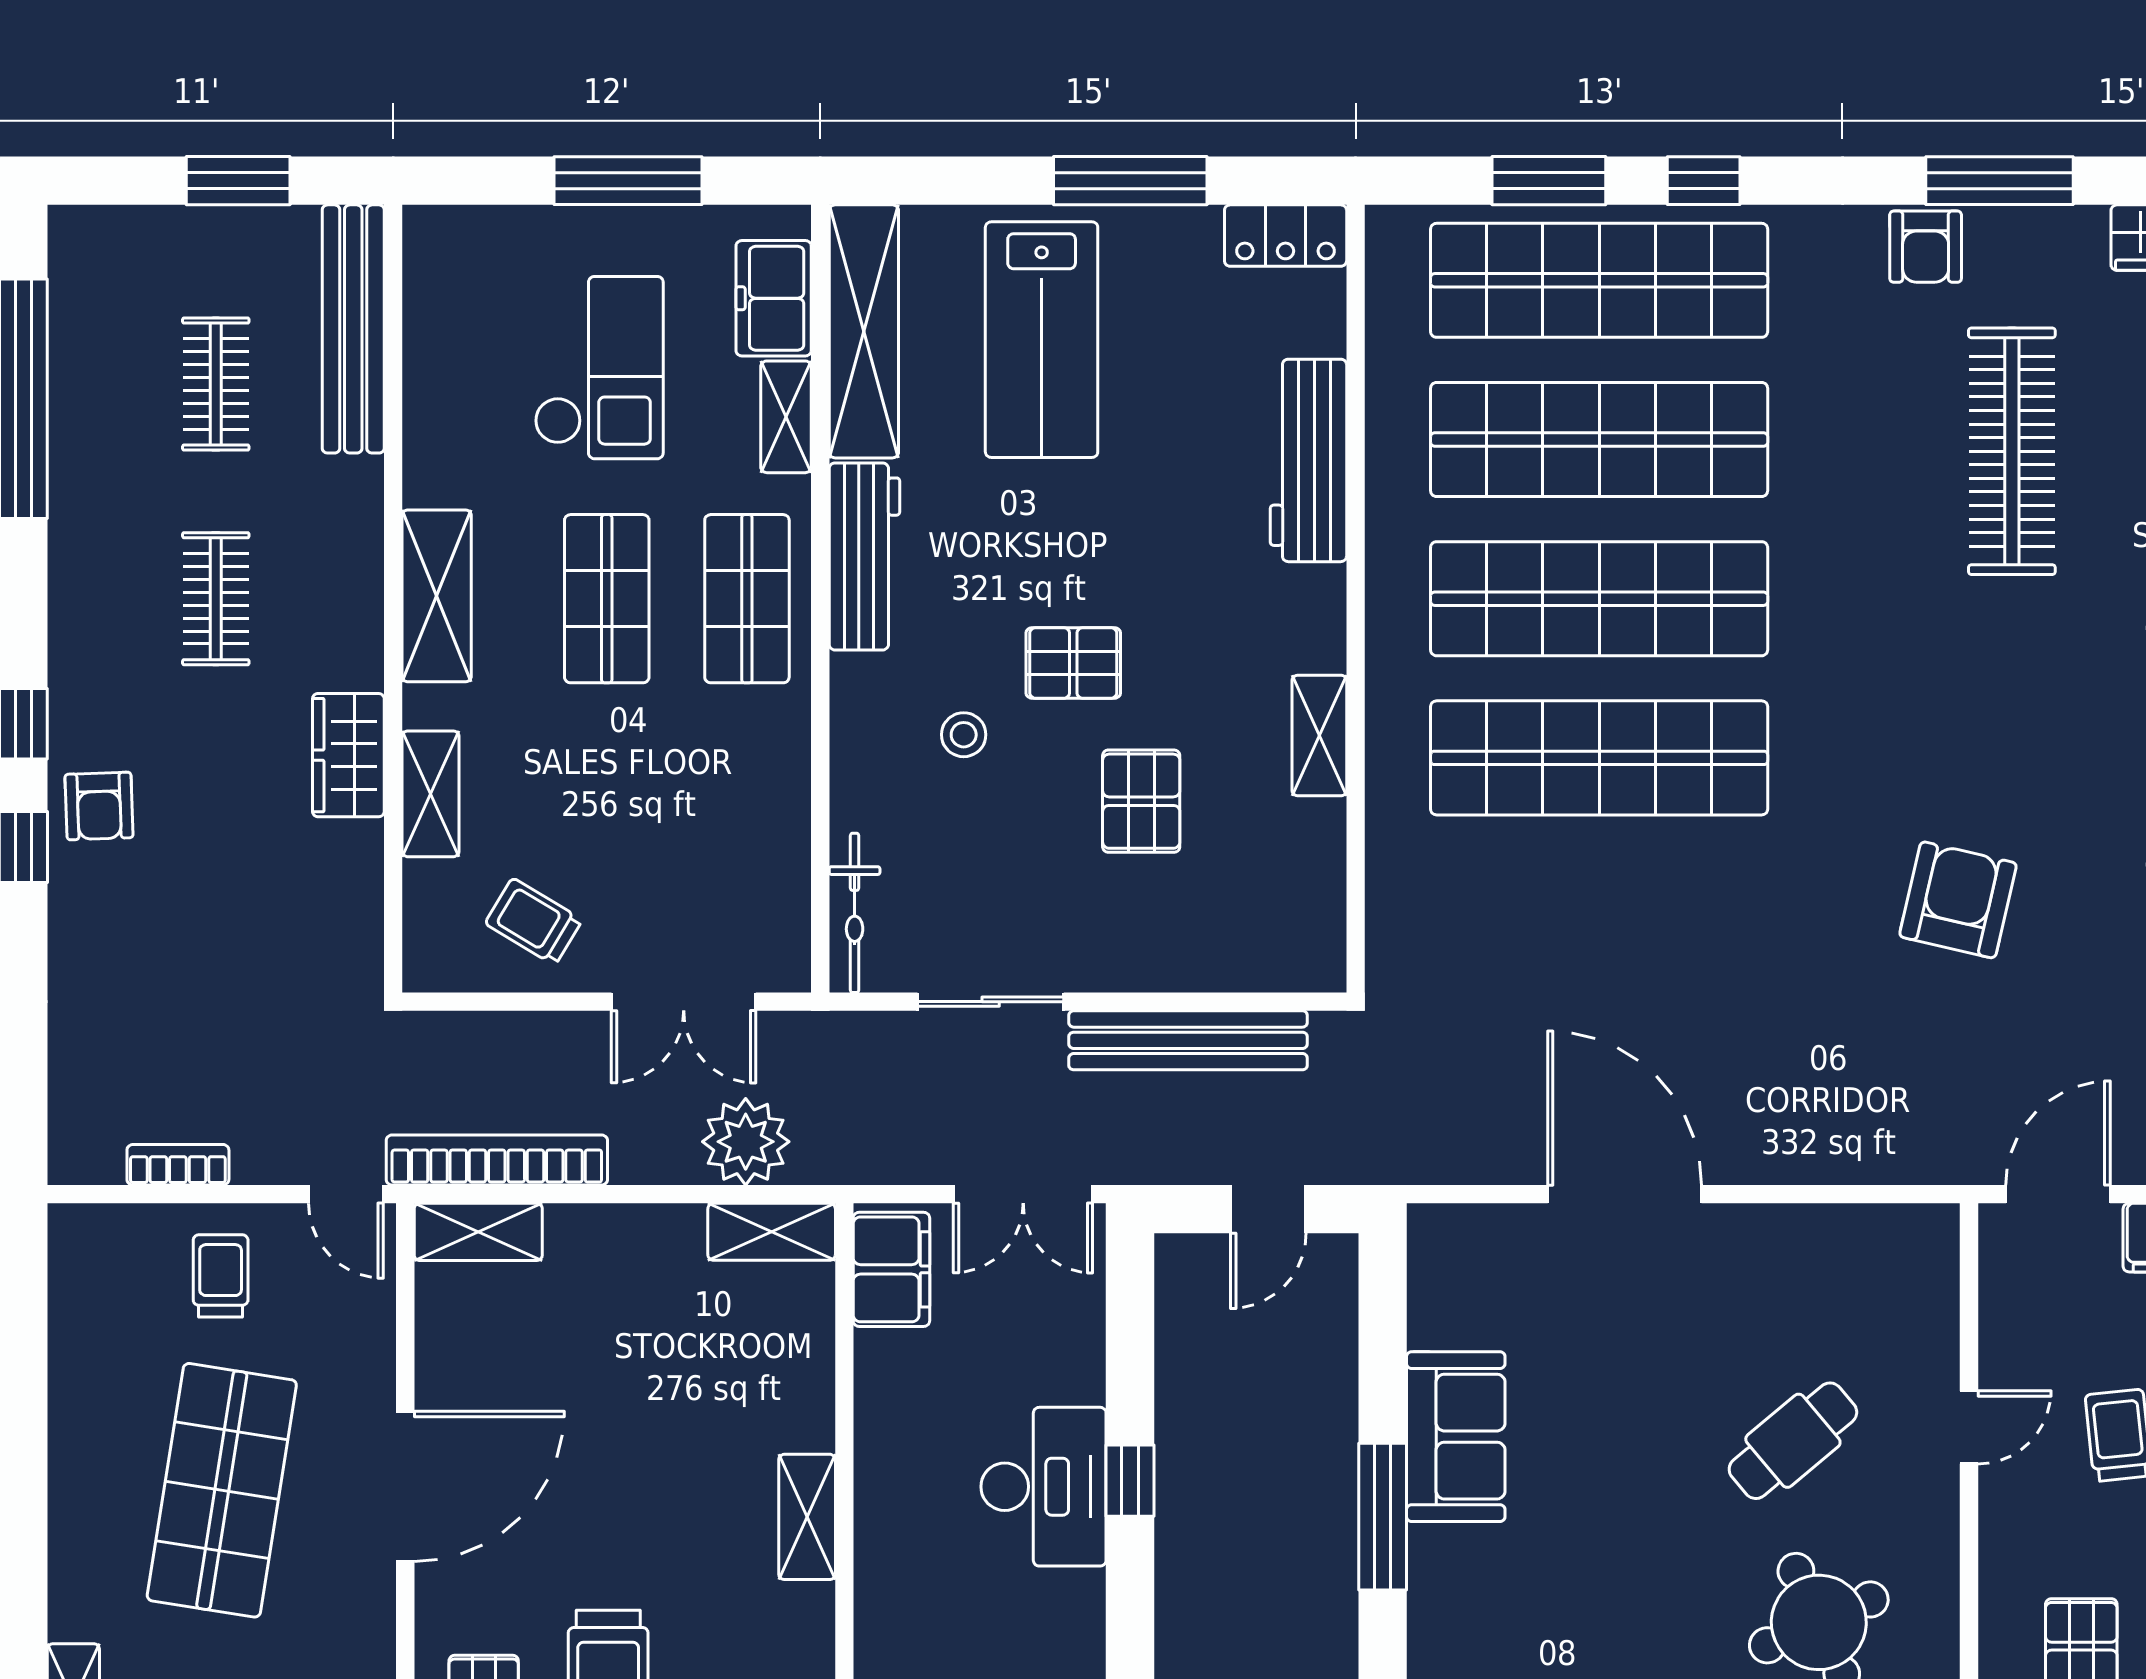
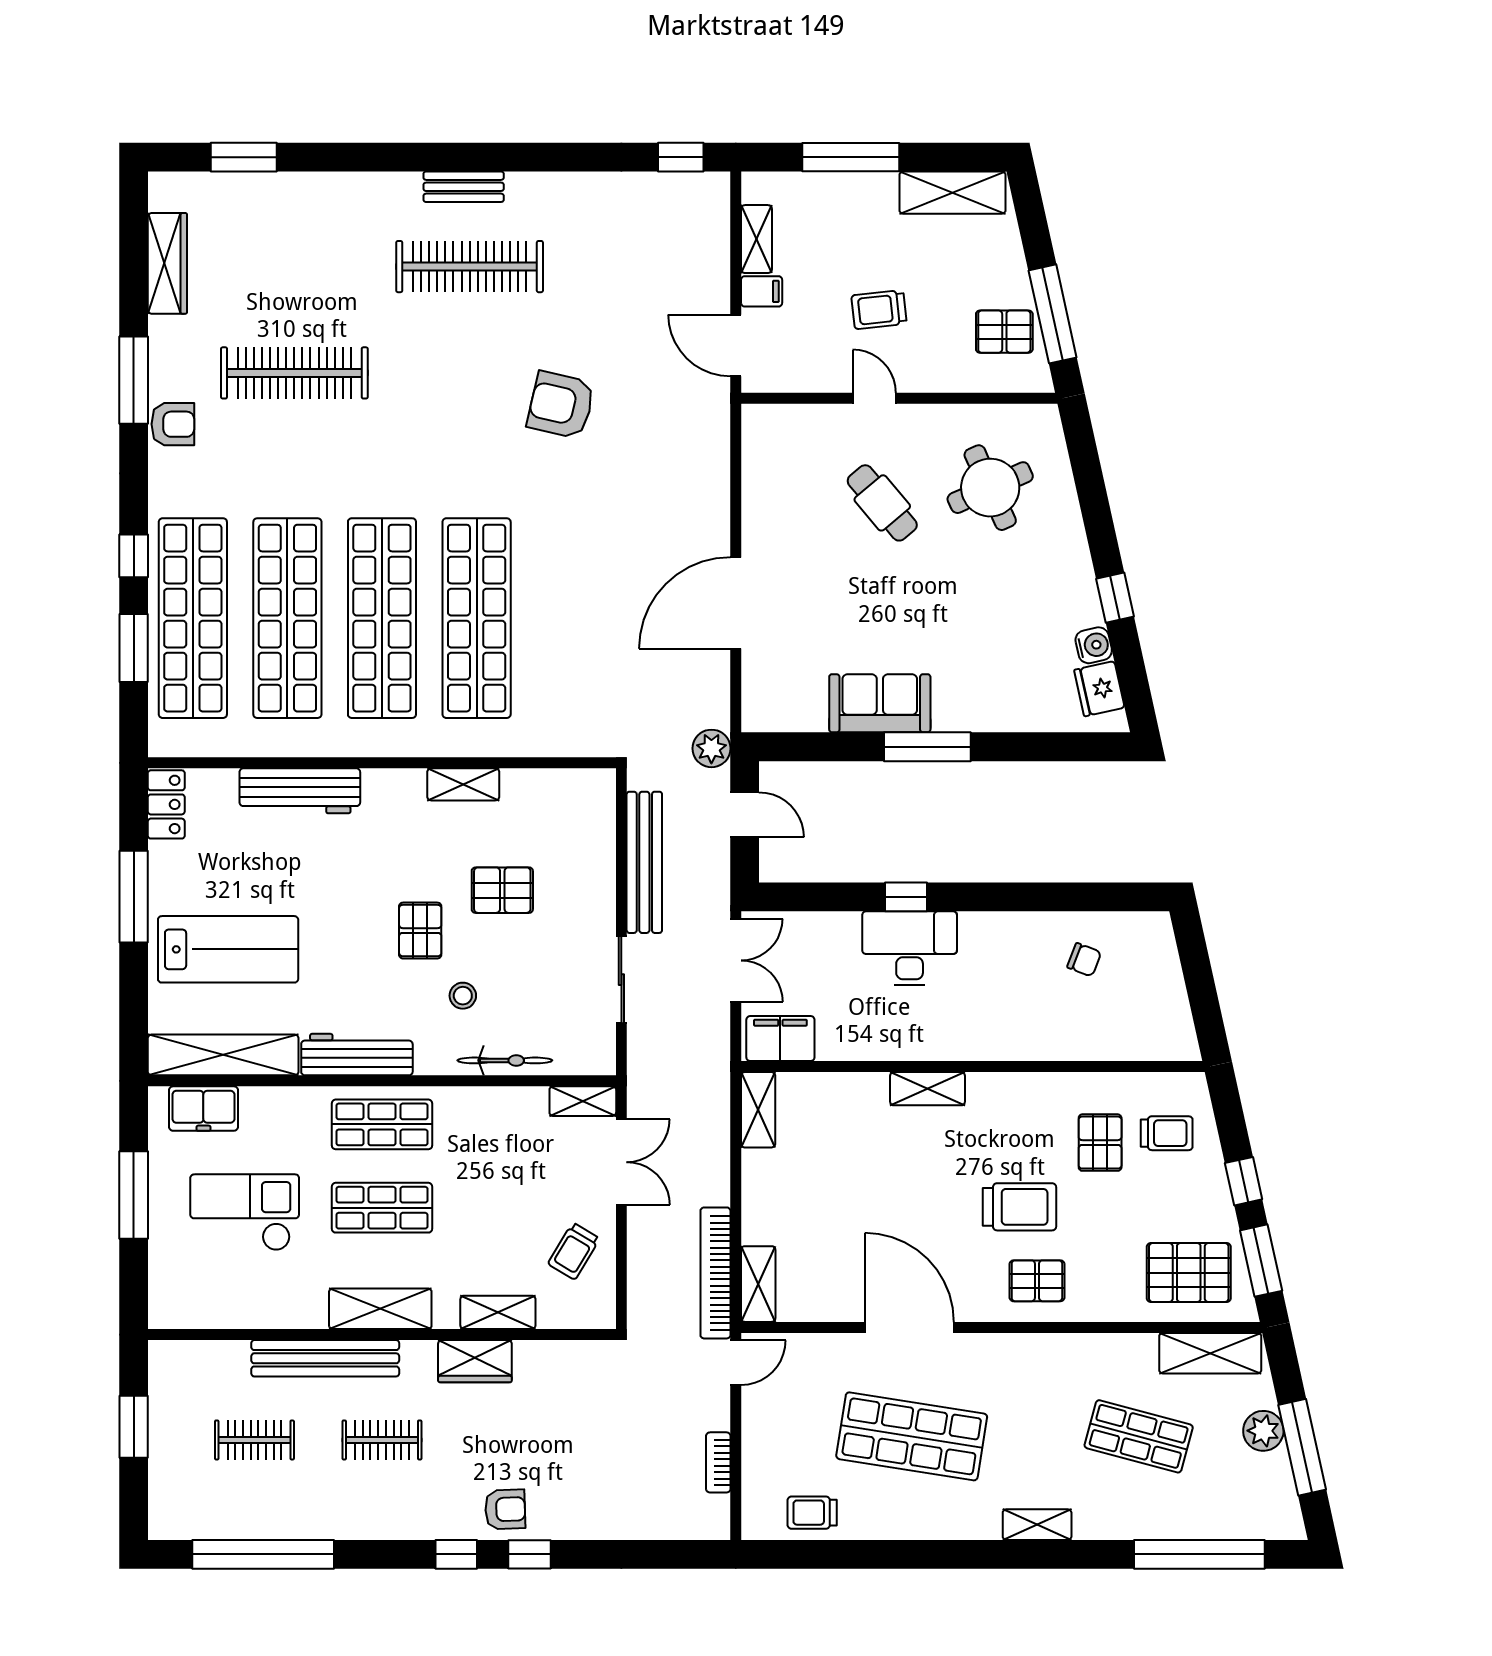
bench: (353, 329) -> (325, 1358), moved
shelving: (786, 417) -> (583, 1101), moved
bicycle: (855, 913) -> (505, 1060), moved
plant: (746, 1142) -> (711, 748), moved, width x0.73, depth x0.73
trolley: (221, 1276) -> (812, 1513), moved

